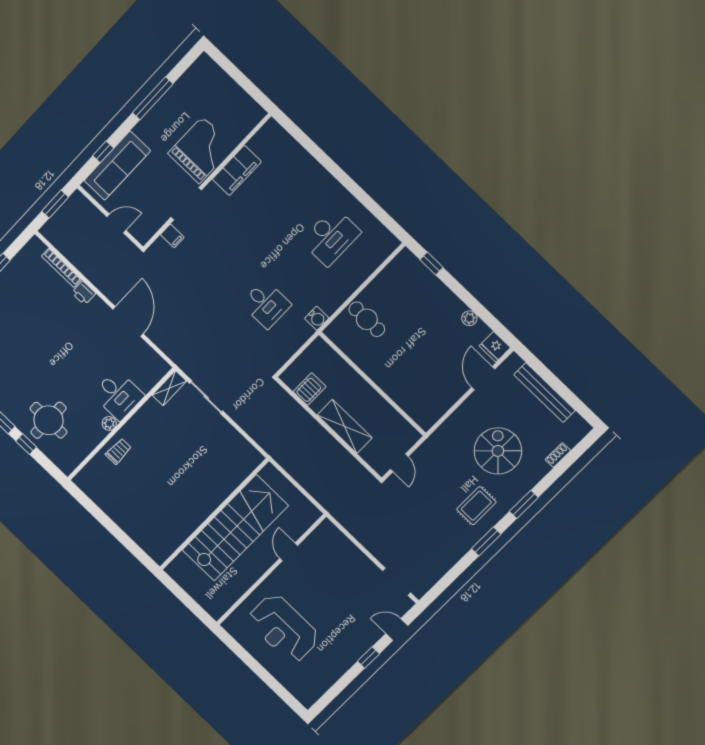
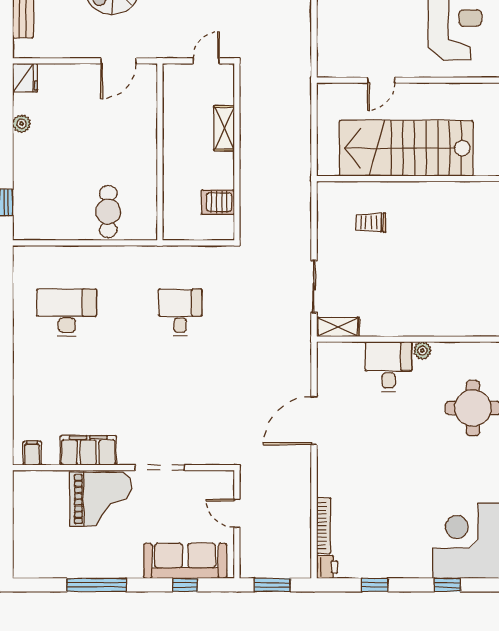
grand piano: (201, 150) -> (101, 499), turned 180
filing cabinet: (172, 236) -> (32, 453), moved
printer: (84, 293) -> (327, 567), moved
water cooler: (317, 318) -> (150, 256), removed
door: (483, 378) -> (118, 61), moved
shelving: (345, 426) -> (224, 128), width x0.67, depth x0.75
trolley: (119, 451) -> (371, 223), moved

